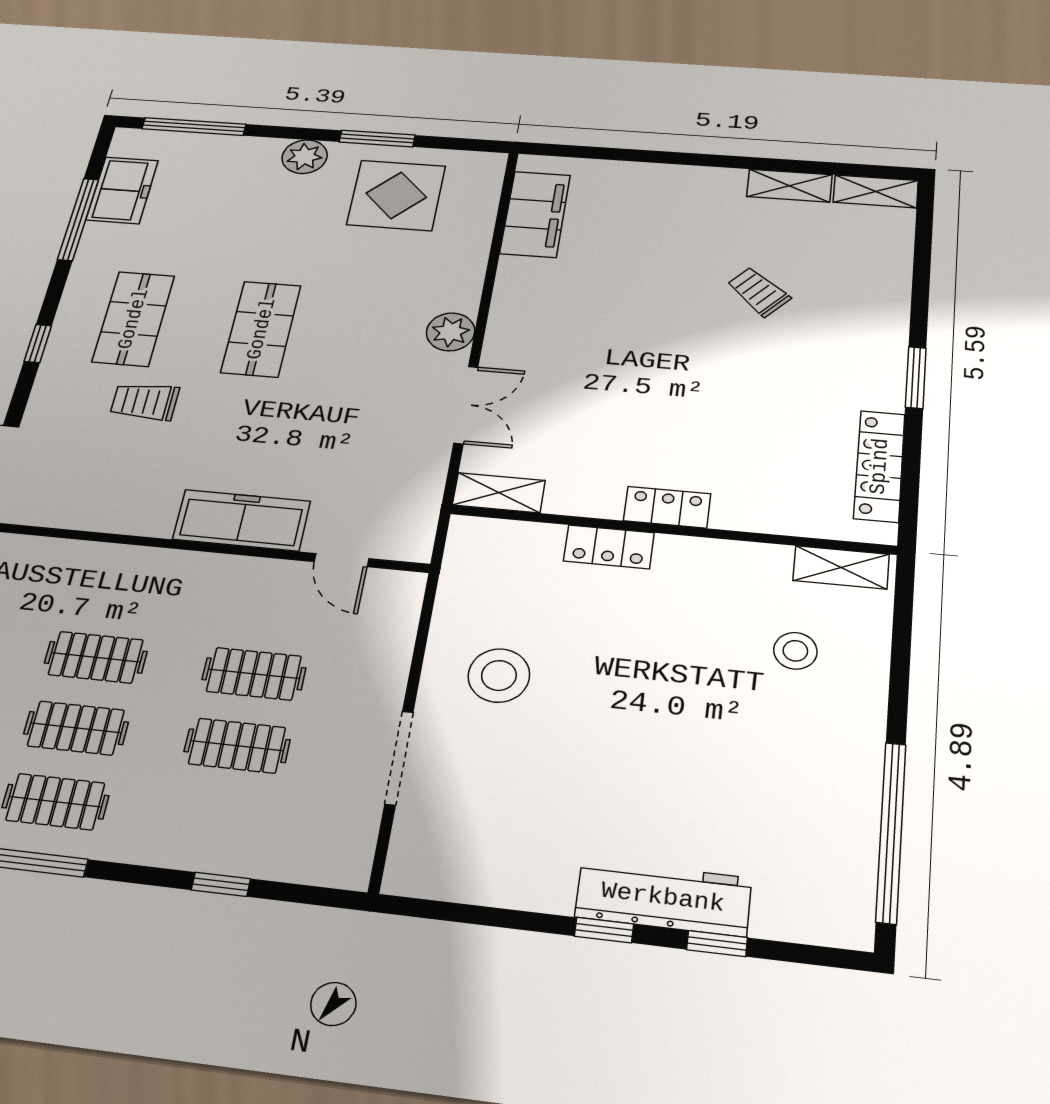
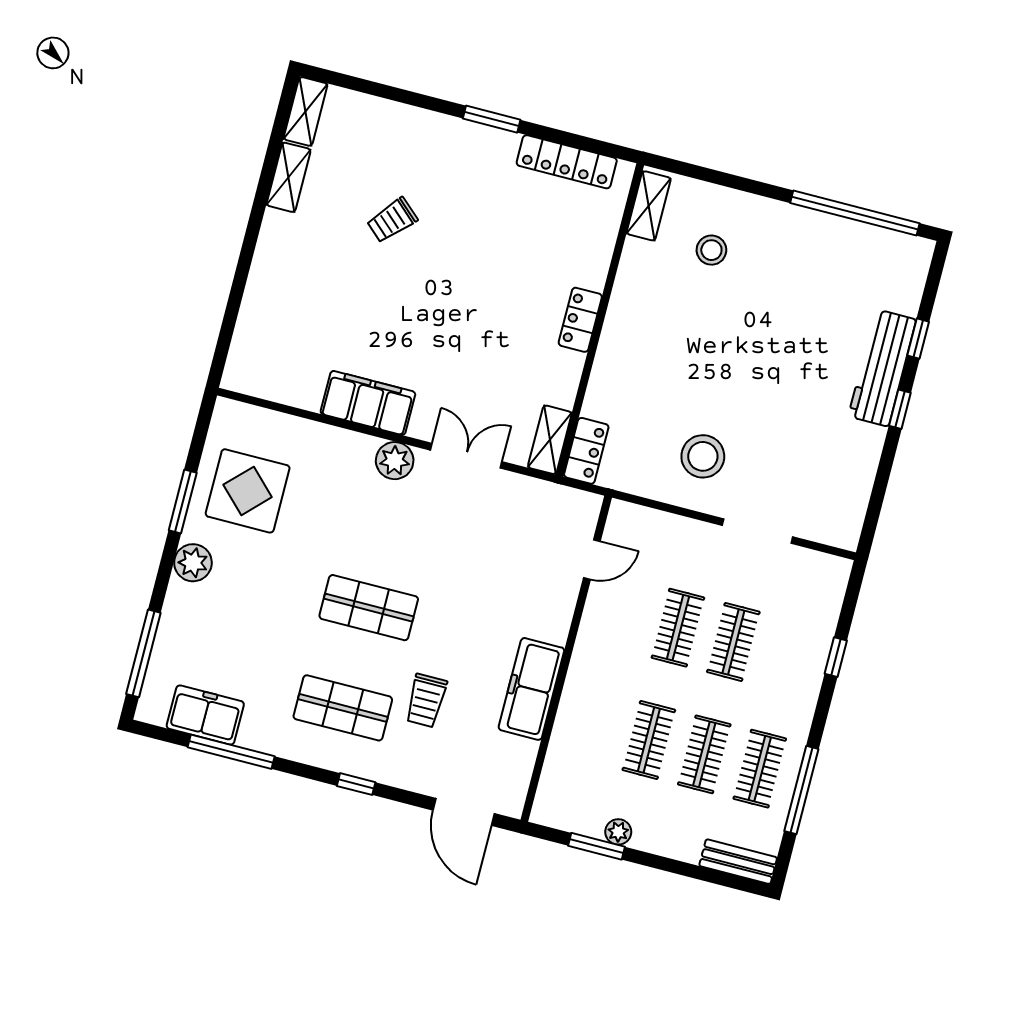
filing cabinet: (535, 214) -> (368, 403), moved
freezer: (242, 520) -> (531, 689), moved
locker: (609, 547) -> (586, 451), moved

